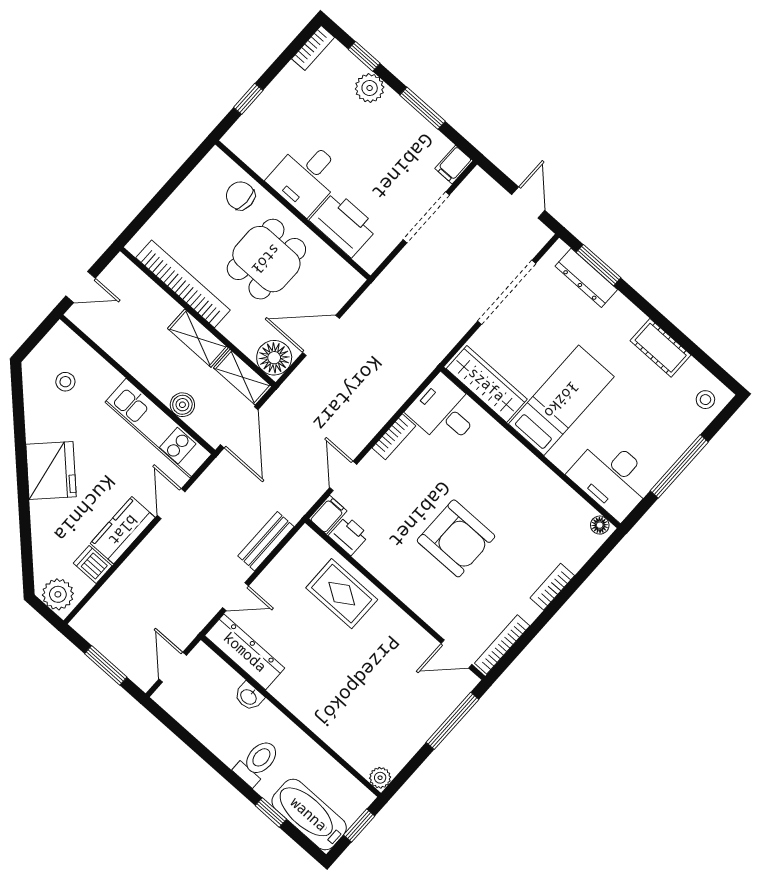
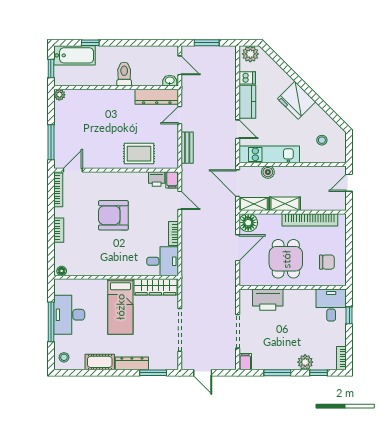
desk: (306, 177) -> (331, 305), moved
chair: (240, 196) -> (327, 262), moved
dresser: (586, 278) -> (132, 363), moved
desk: (612, 477) -> (69, 315), moved, turned -90
washbasin: (249, 697) -> (170, 81), moved
toilet: (257, 762) -> (124, 74), moved, turned 180

